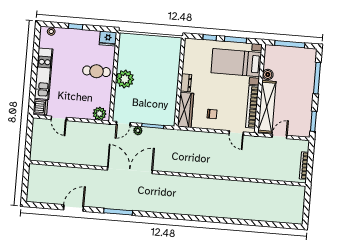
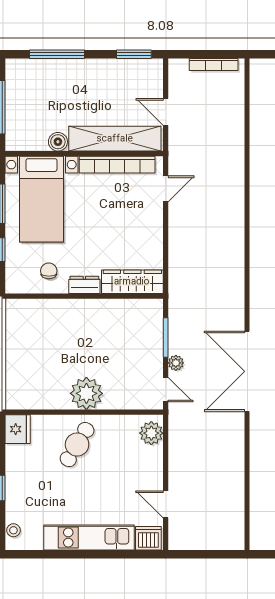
cafe table: (97, 71) -> (77, 445), turned 31
chair: (212, 114) -> (49, 271), moved
door: (59, 118) -> (166, 504), swing flipped

